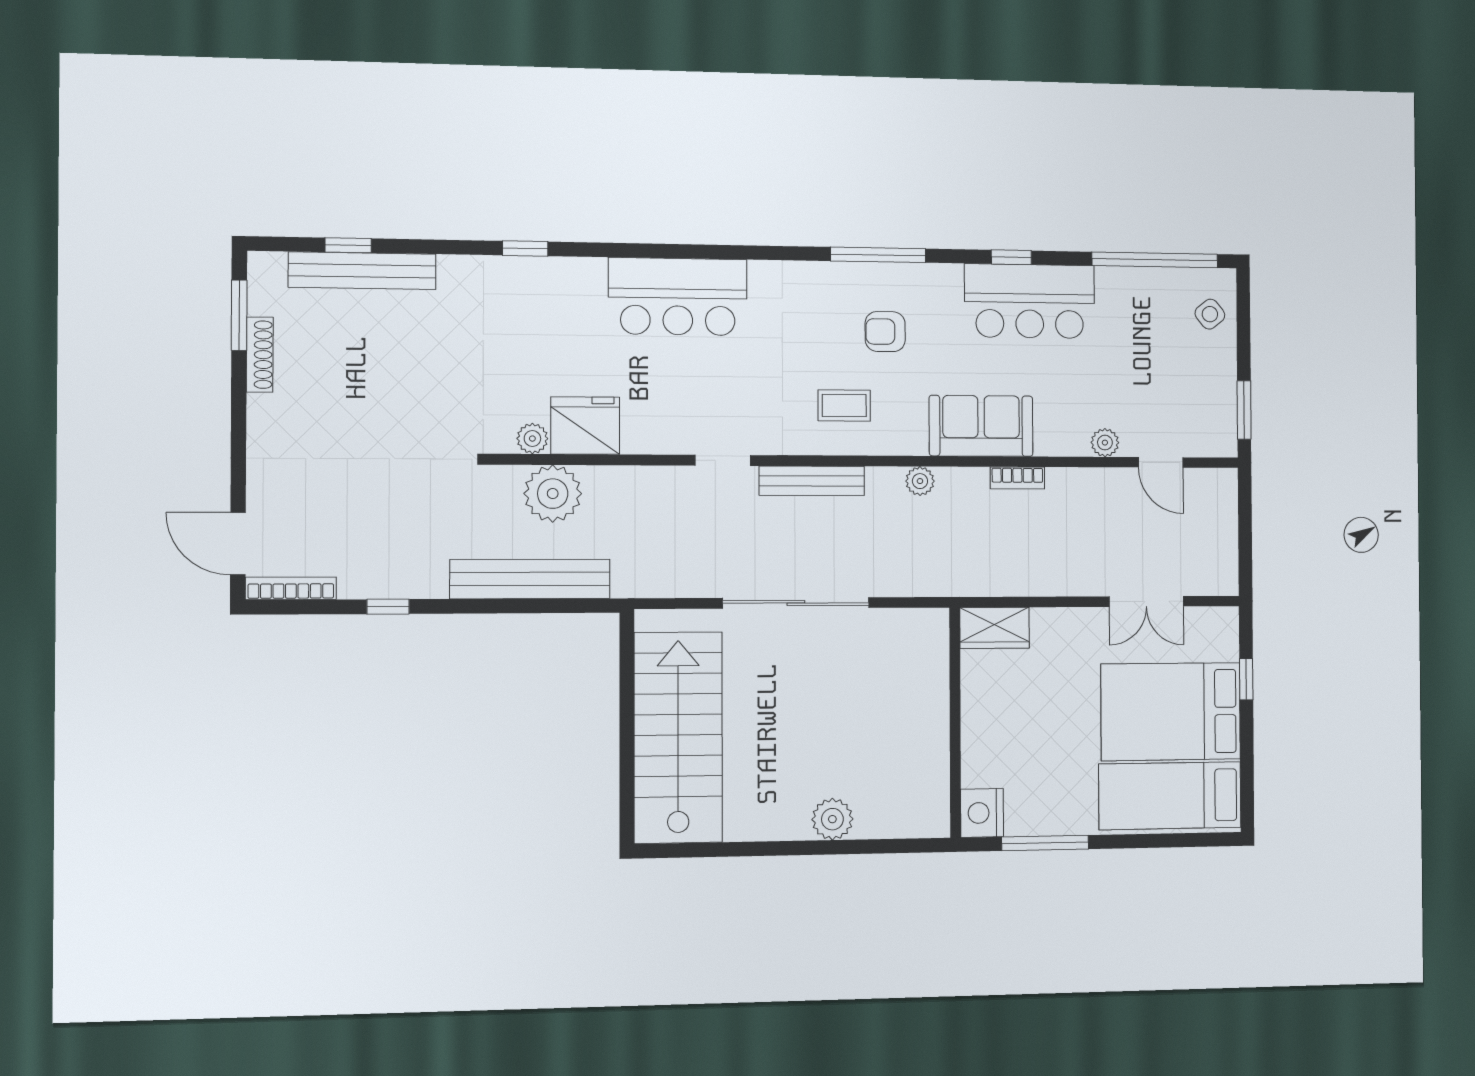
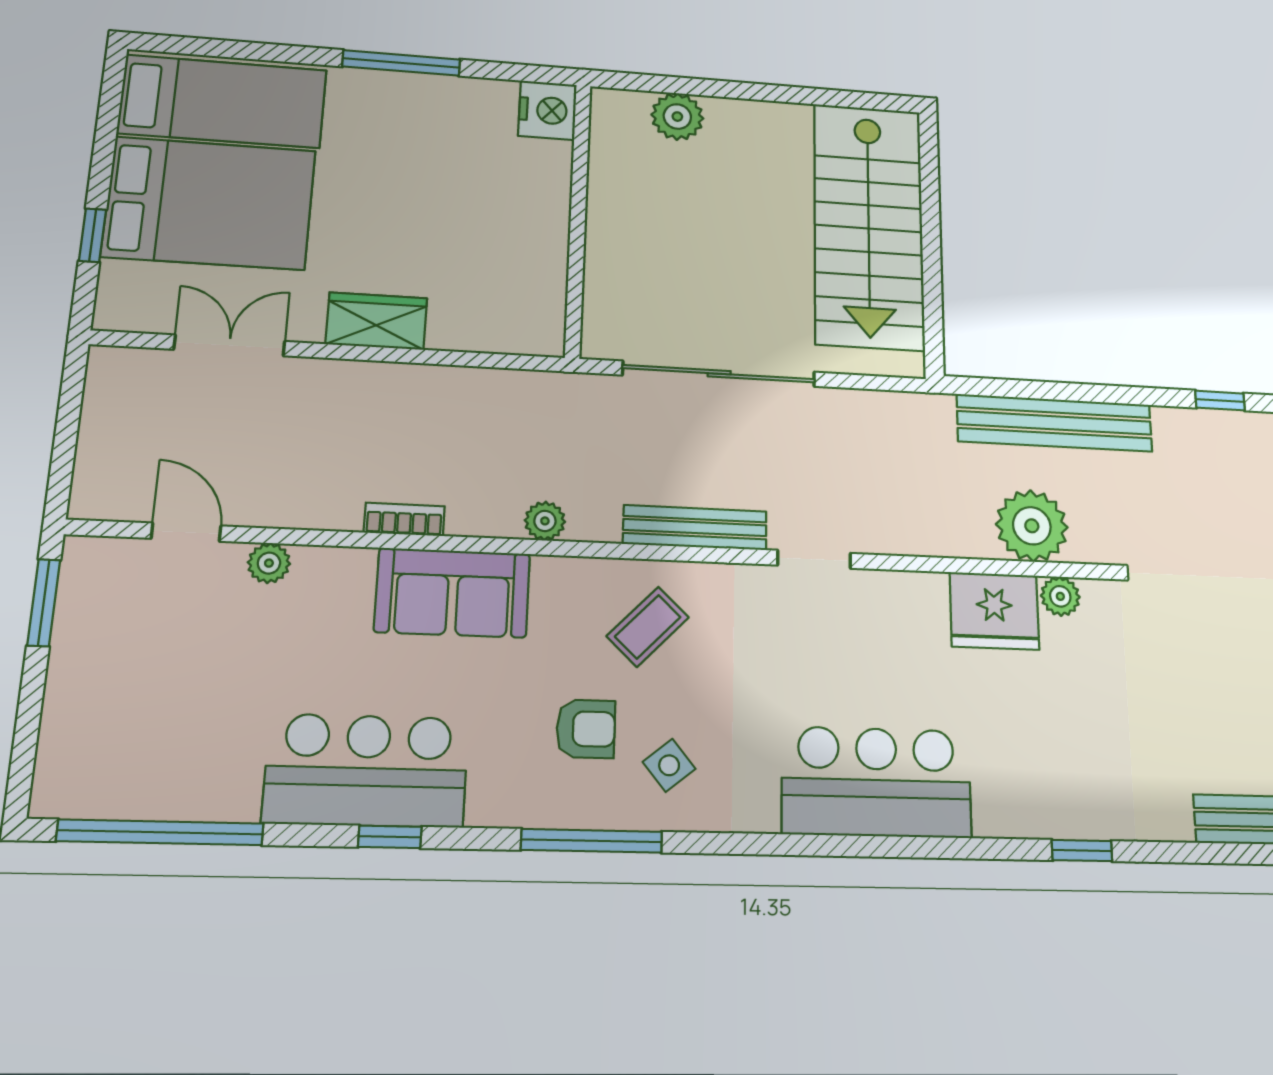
side table: (1210, 314) -> (669, 765), moved
coffee table: (844, 406) -> (648, 627), turned -46
wardrobe: (995, 628) -> (377, 321), moved
wall: (955, 722) -> (578, 219), moved
nightstand: (982, 813) -> (547, 110), moved

